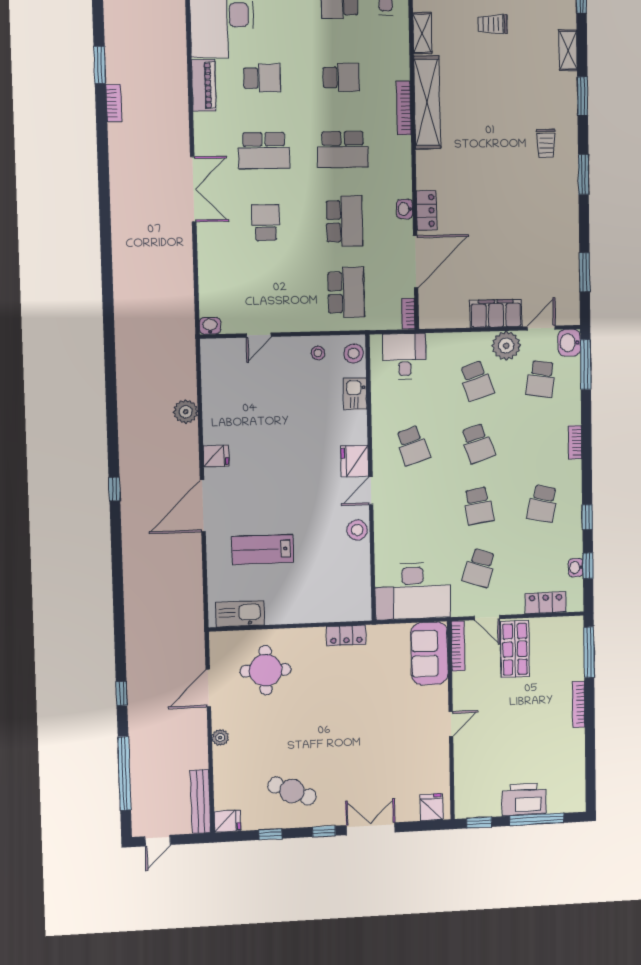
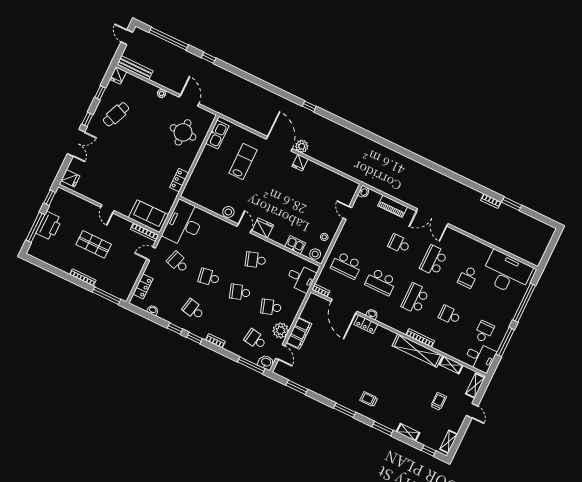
school desk: (341, 77) -> (450, 315), turned 90
piano: (204, 85) -> (393, 206), moved
school desk: (266, 223) -> (399, 244), turned 180
plant: (186, 412) -> (302, 146), moved
window: (588, 566) -> (195, 338), moved
shop shelf: (515, 649) -> (94, 244), moved

